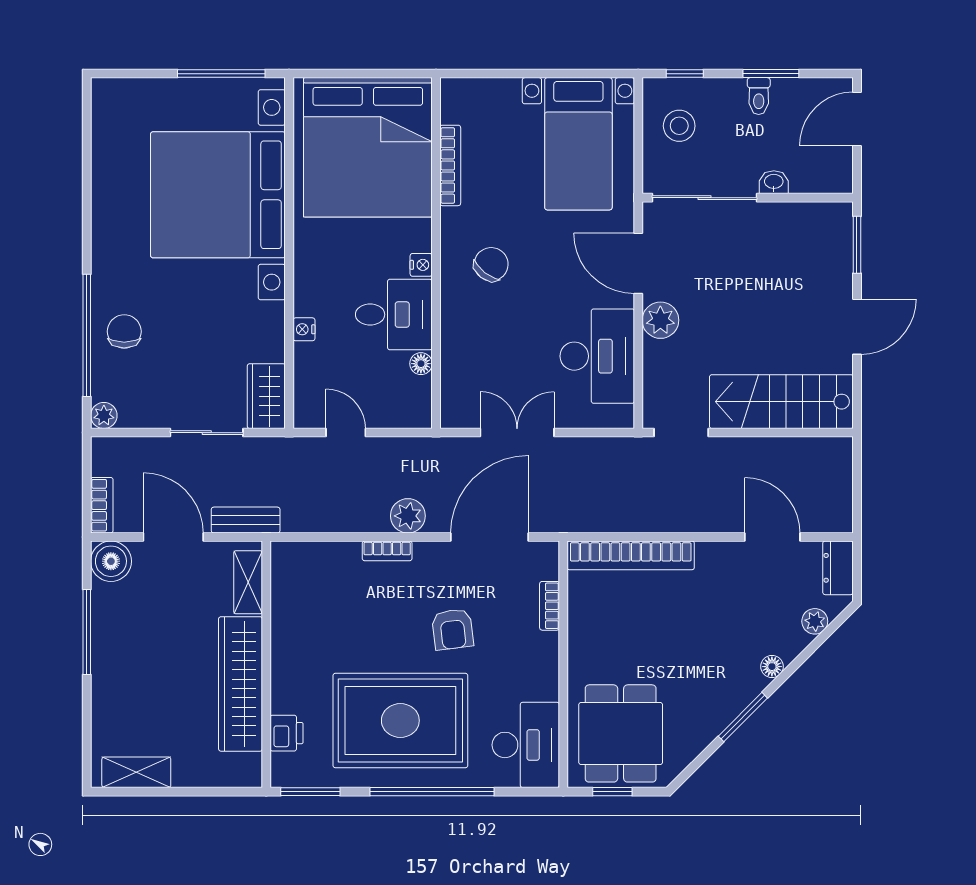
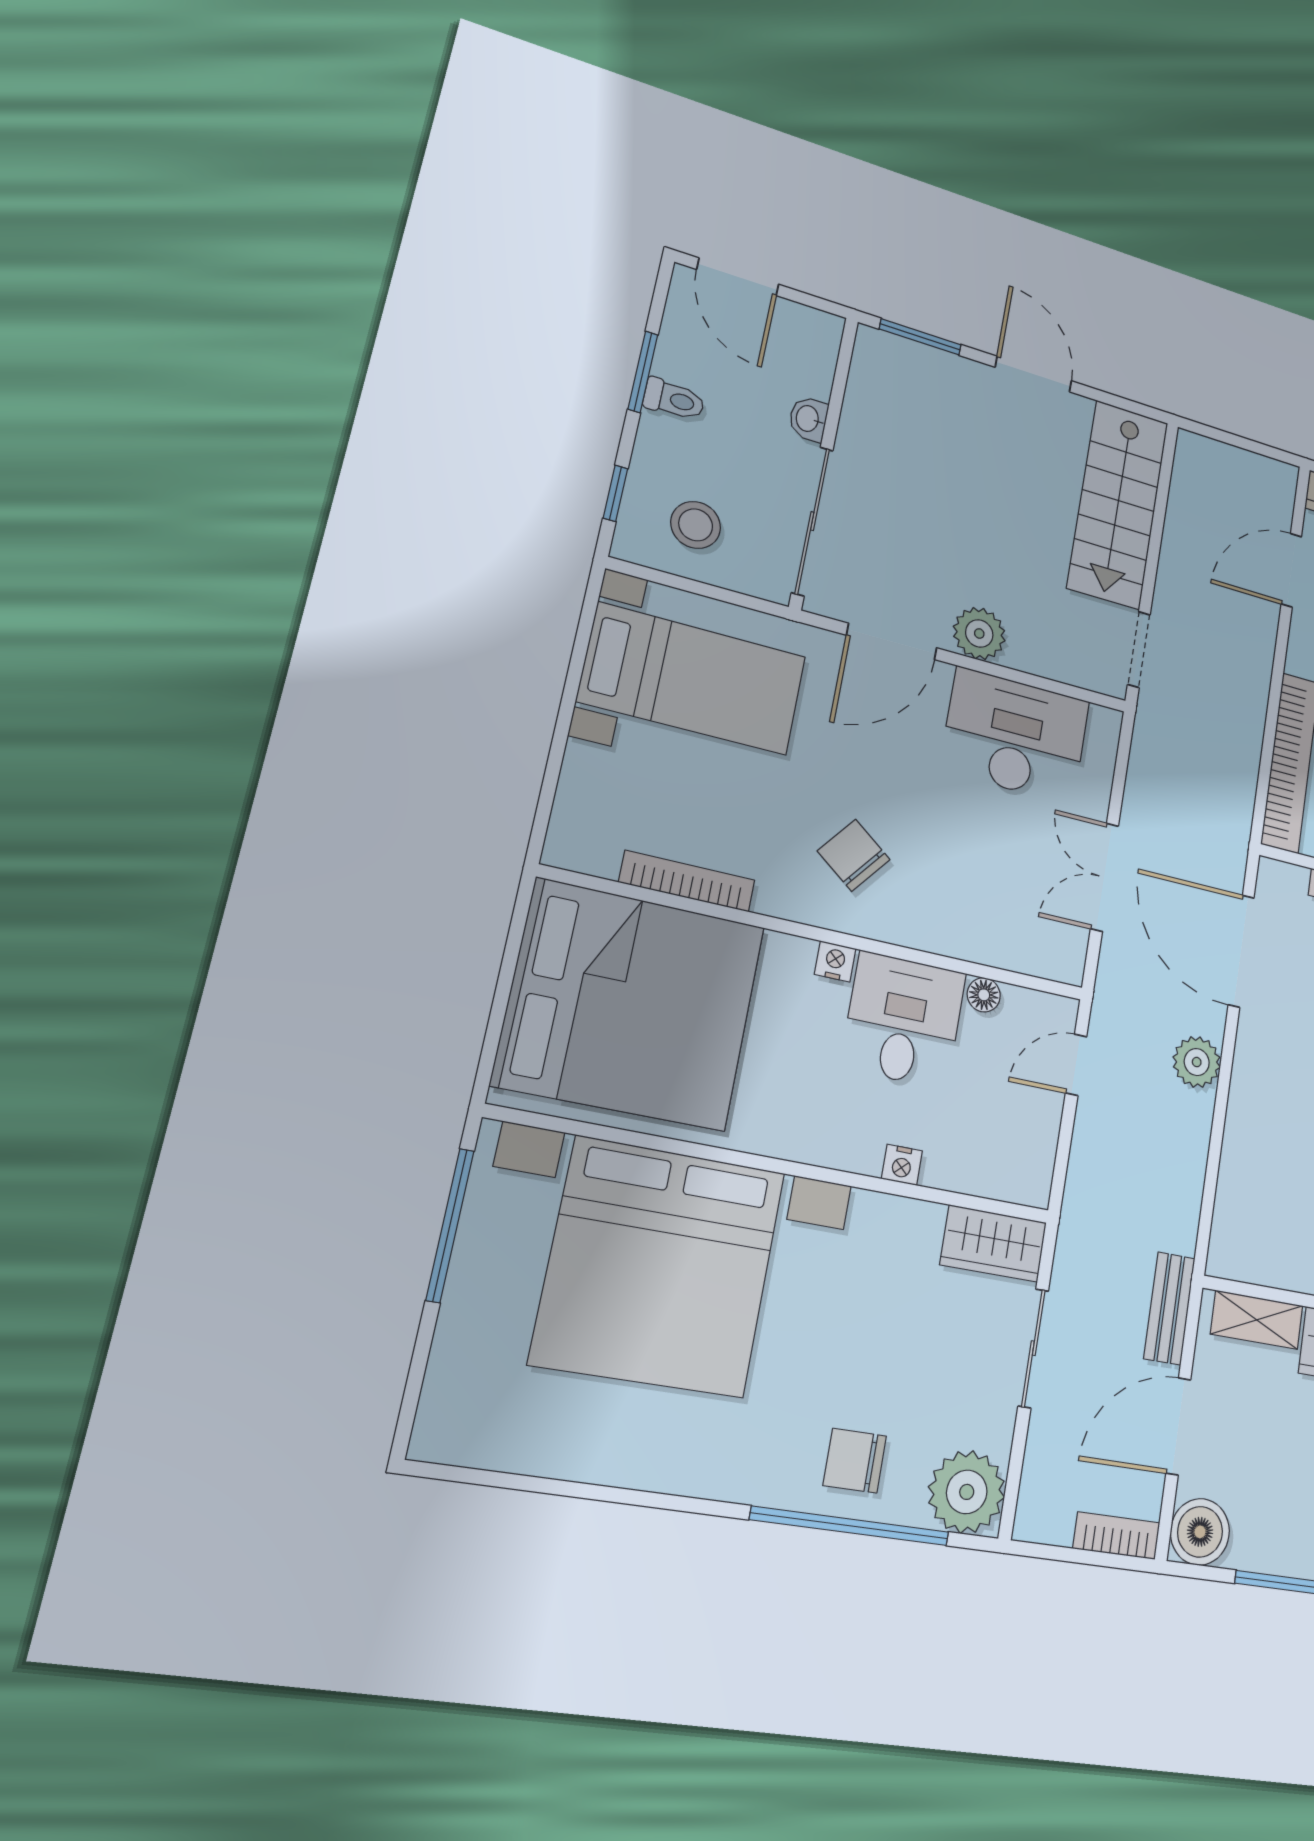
plant: (104, 415) -> (967, 1492), width x1.88, depth x1.88
door: (346, 433) -> (1076, 1065), moved
bookcase: (387, 551) -> (1240, 1103), removed

